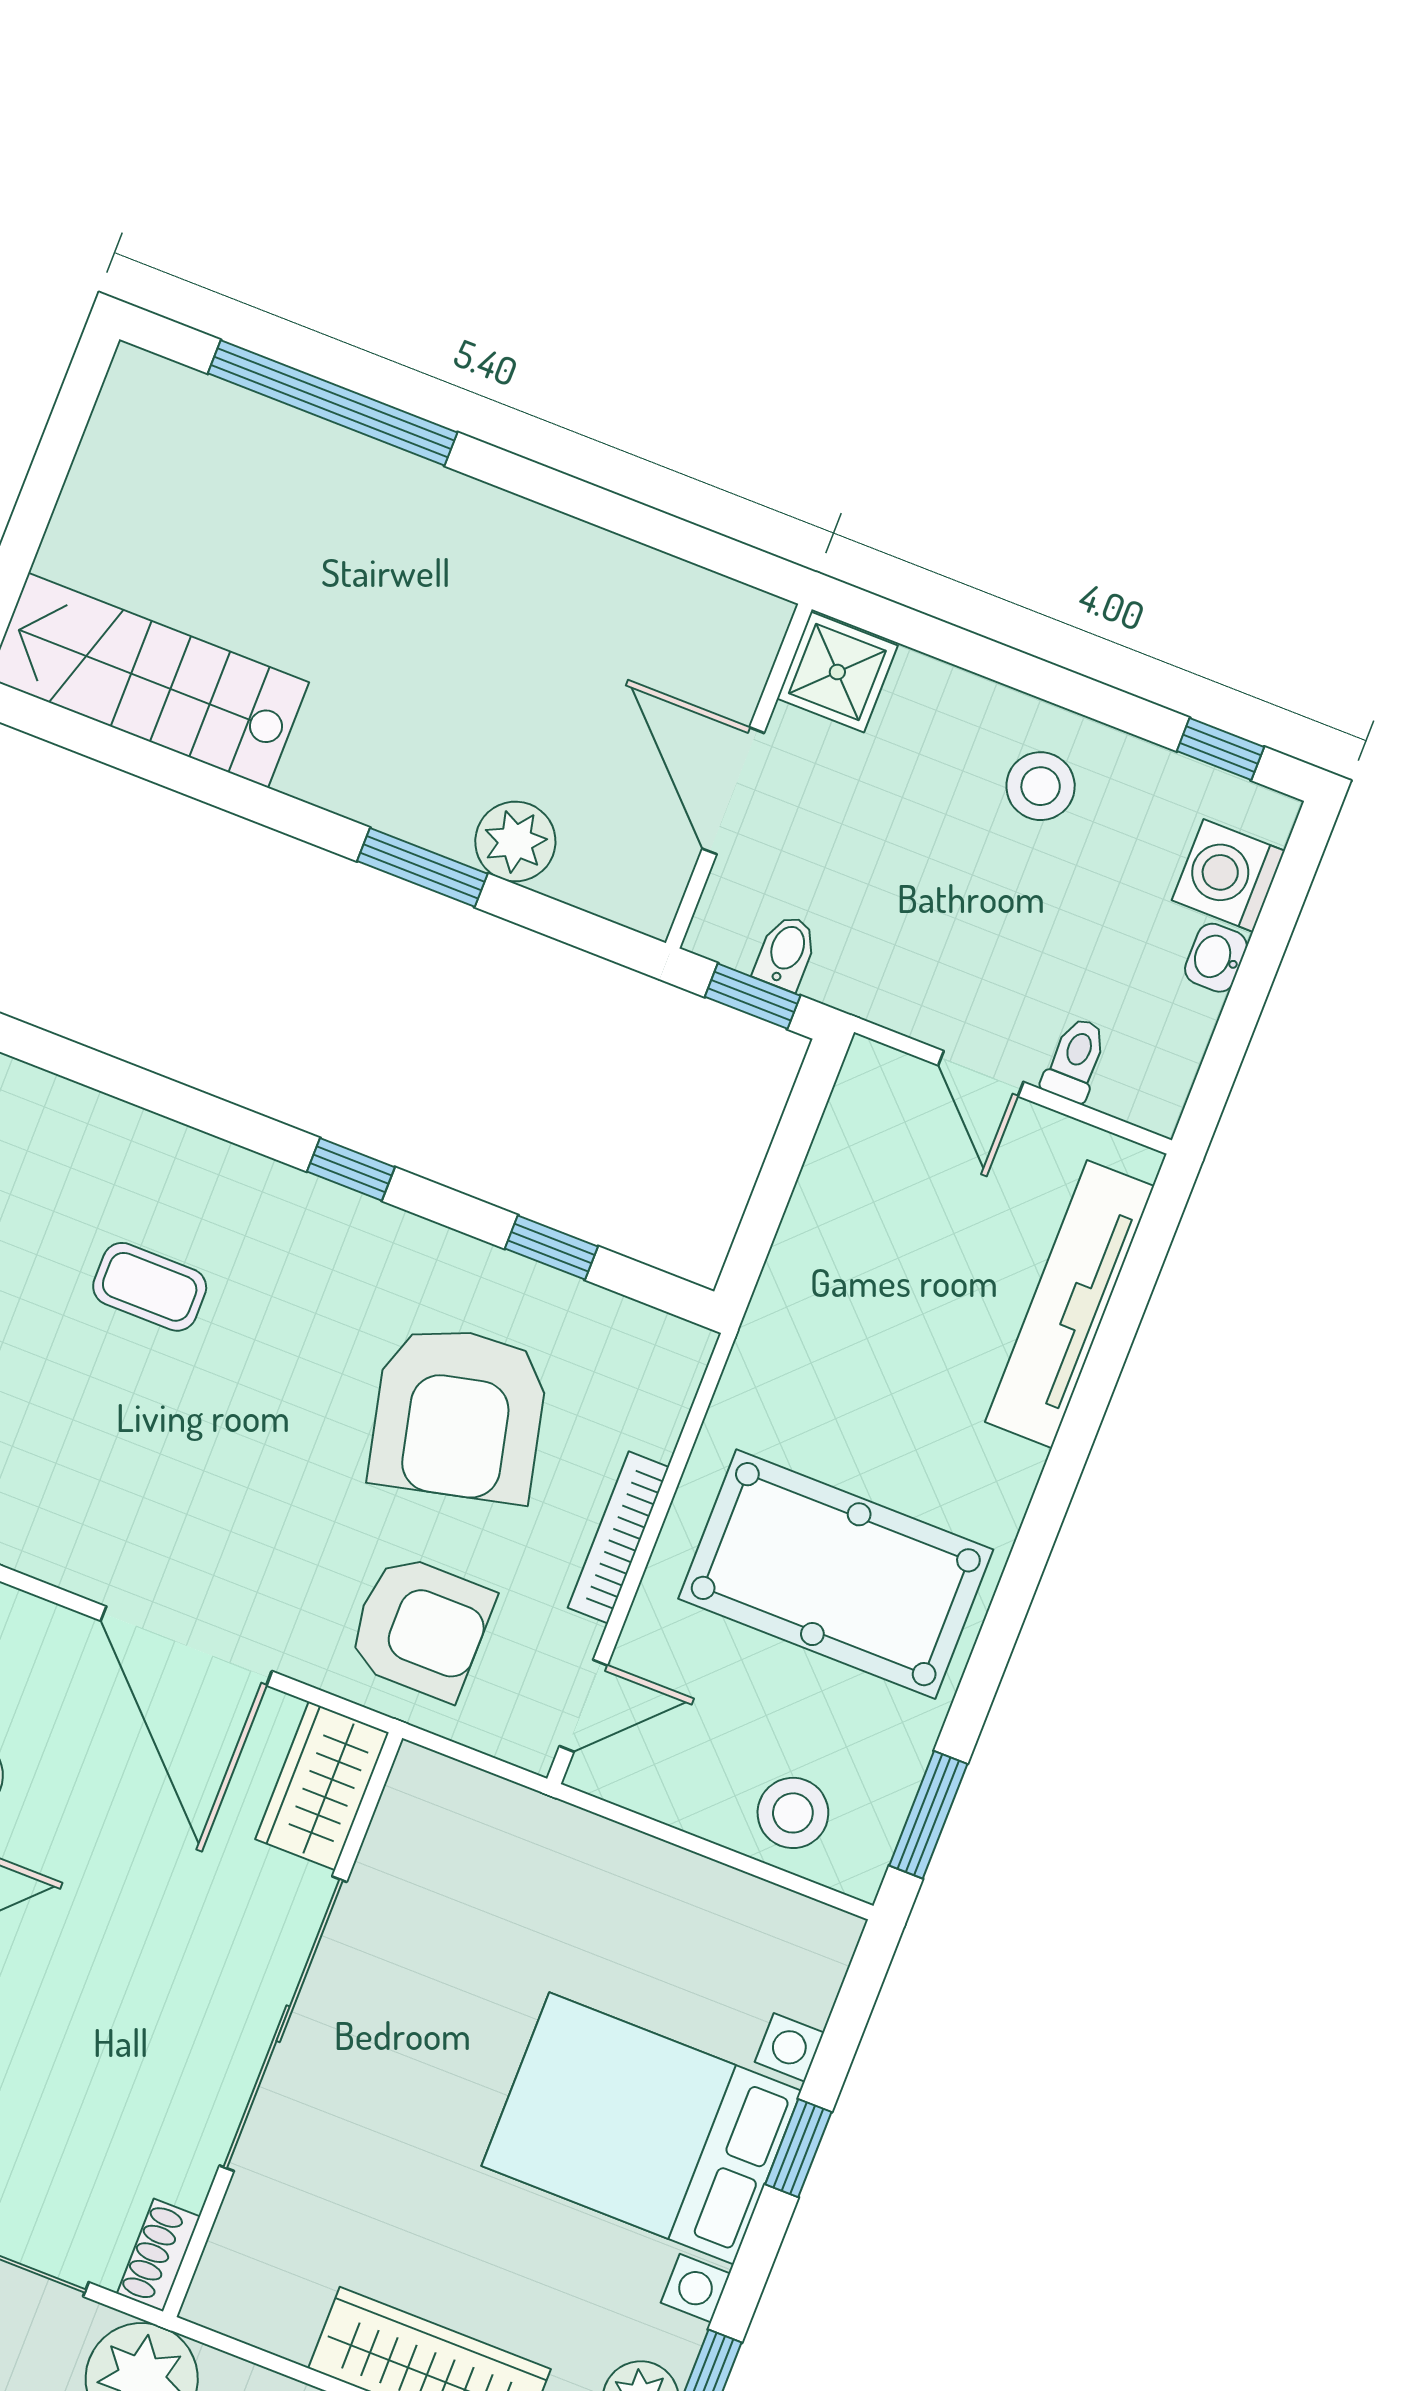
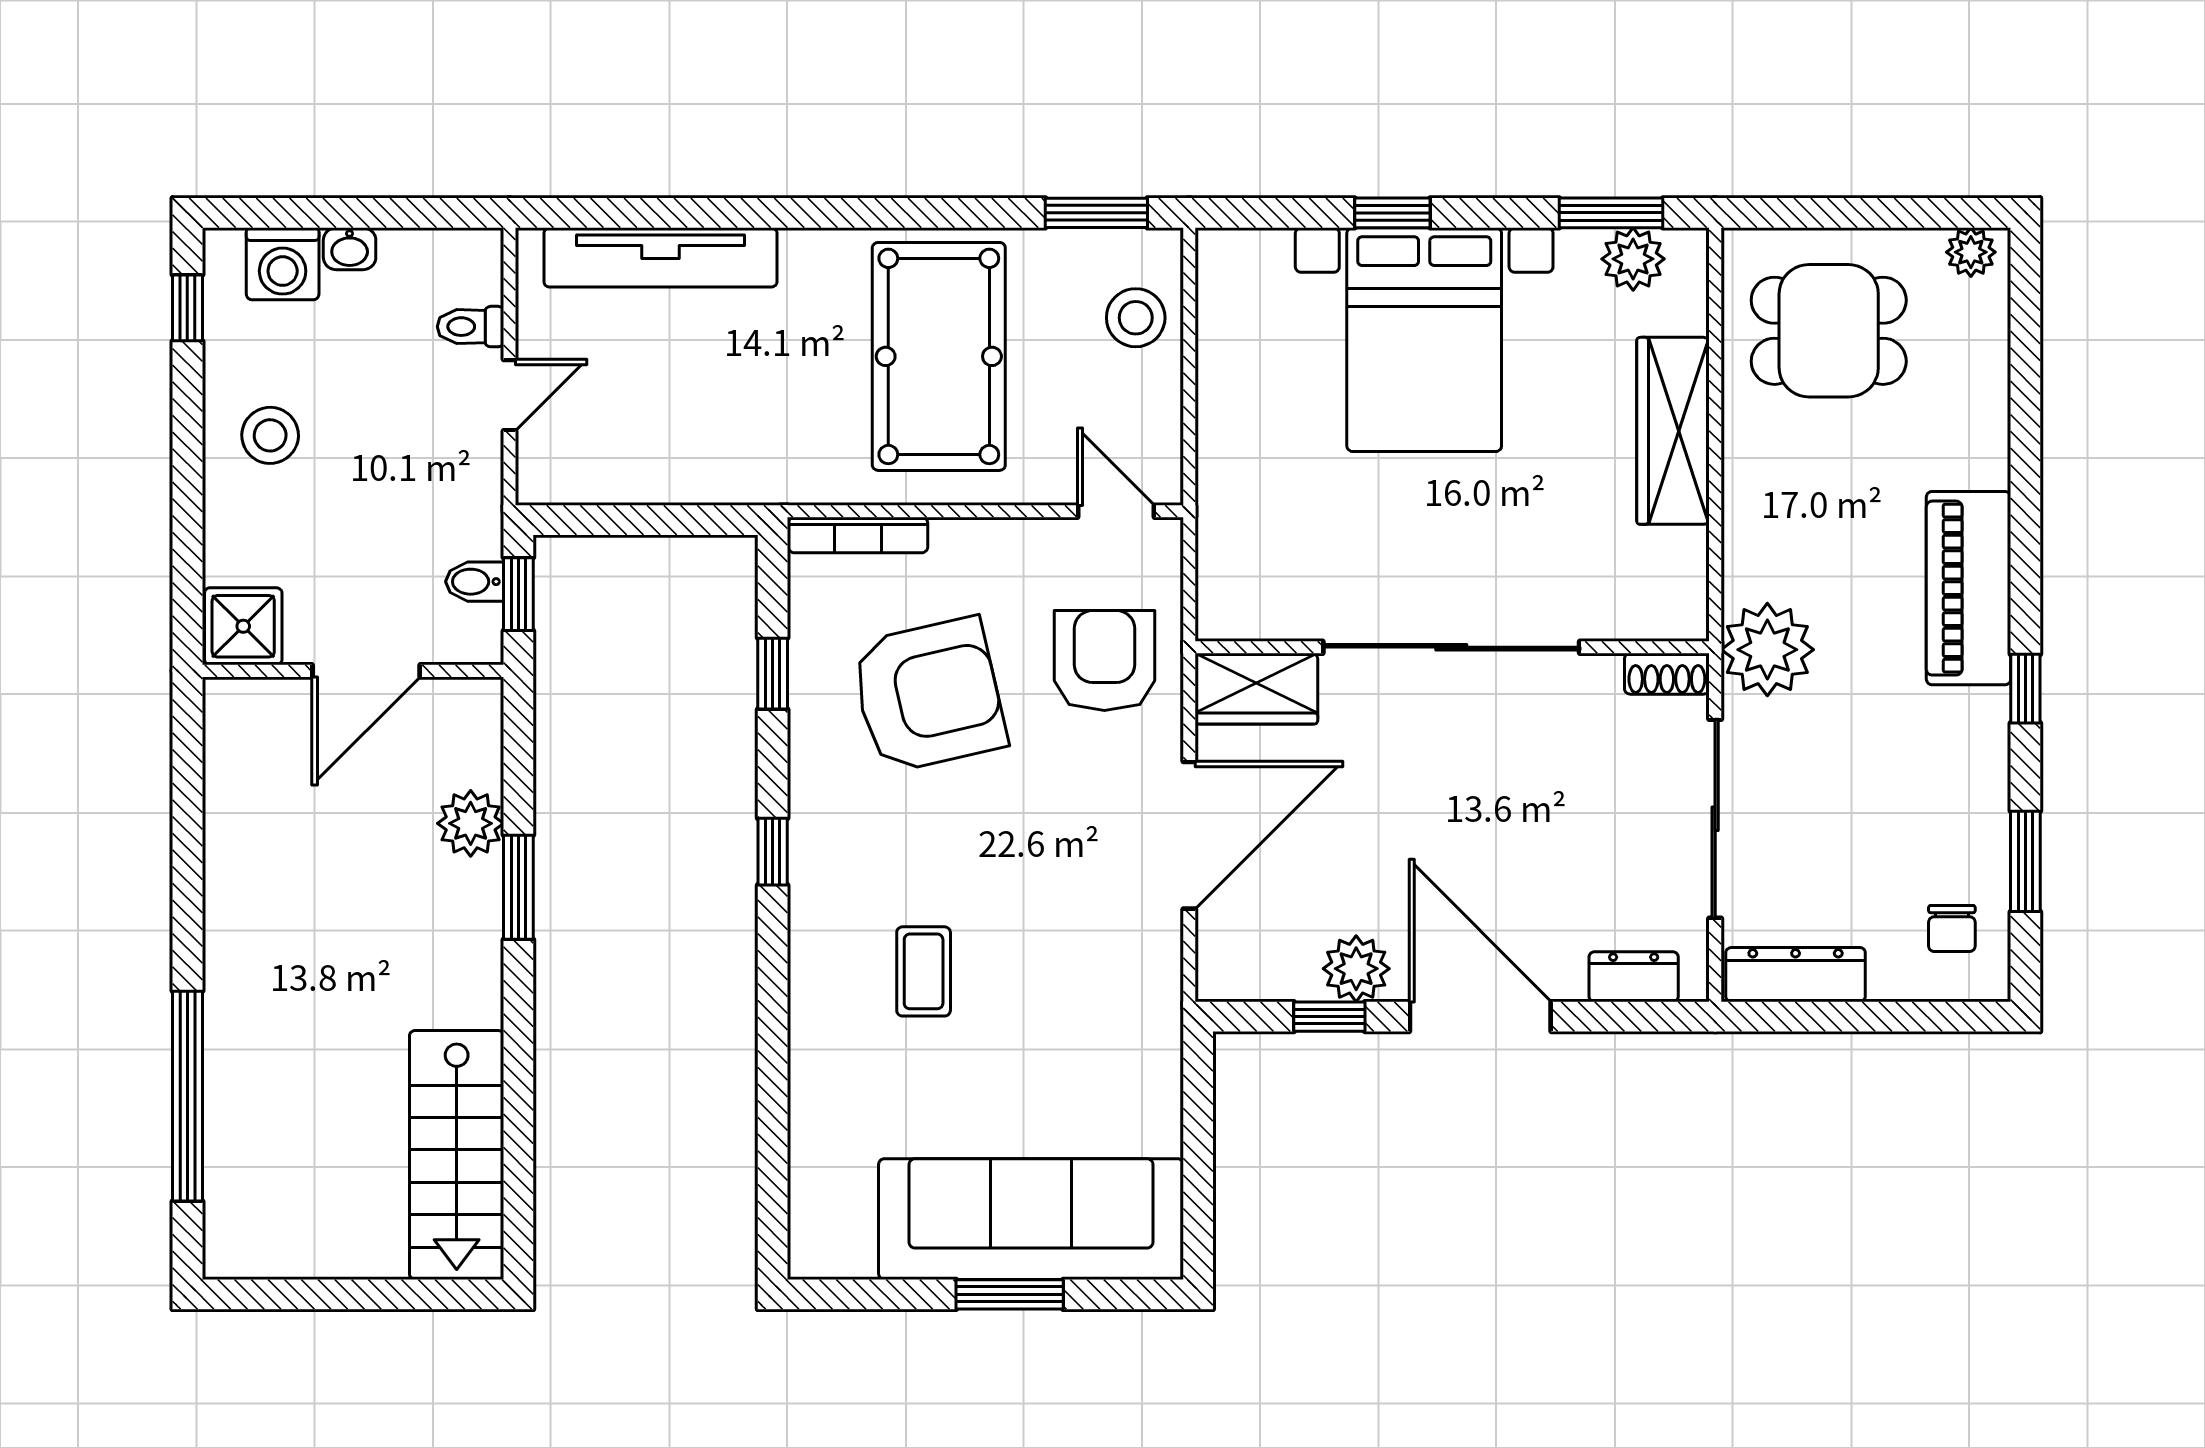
bookcase: (618, 1537) -> (858, 535), moved

